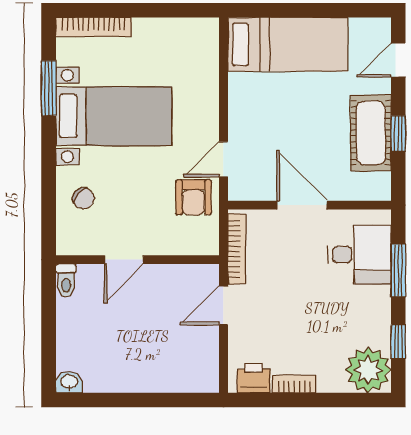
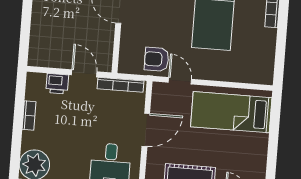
bed: (288, 44) -> (231, 112), moved, turned 90
printer: (254, 378) -> (57, 84), moved, turned 90

